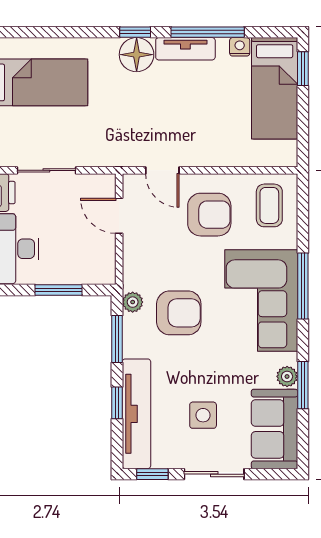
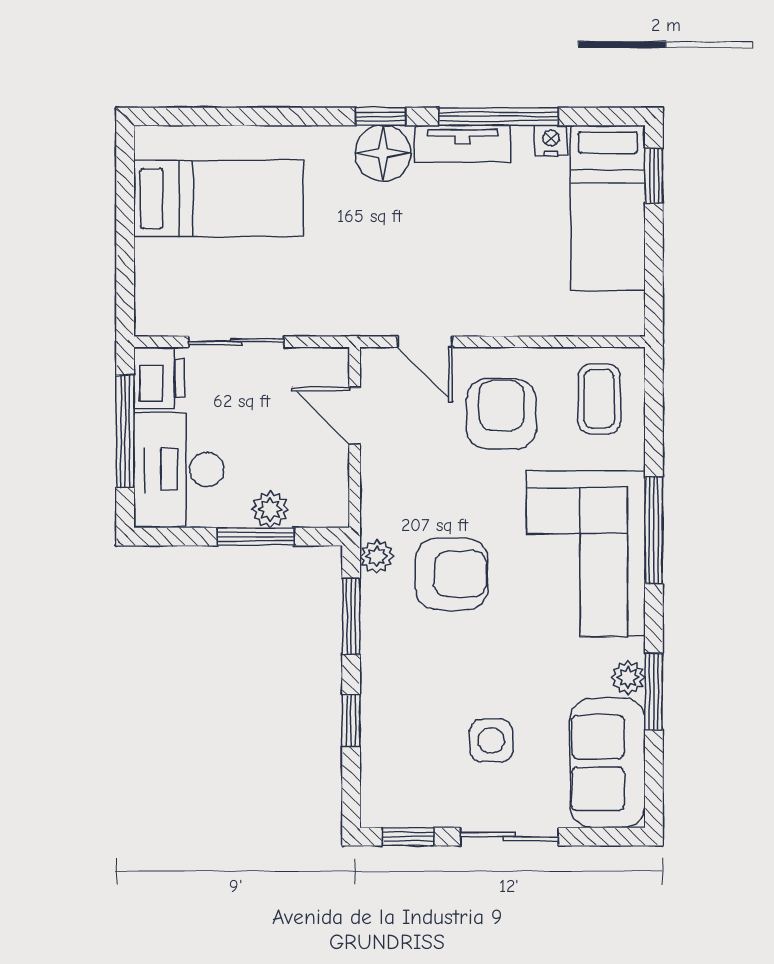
armchair: (209, 215) -> (501, 414), turned -90
plant: (67, 273) -> (270, 509), added
tv unit: (136, 414) -> (383, 738), removed

